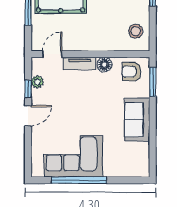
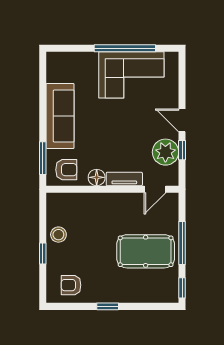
stool: (136, 31) -> (58, 235), moved
plant: (37, 82) -> (165, 152), width x1.88, depth x1.88
door: (28, 116) -> (182, 120), hinge flipped
sofa: (137, 120) -> (60, 116), width x1.36

